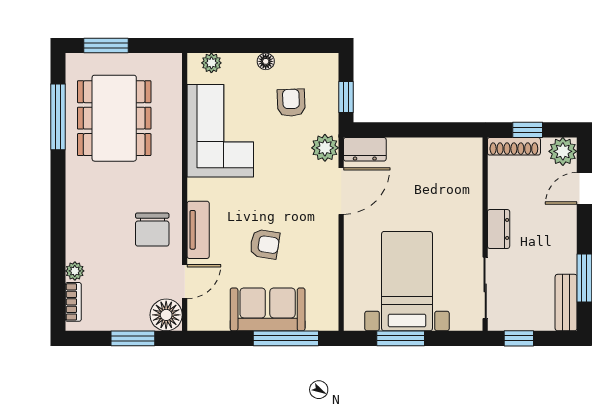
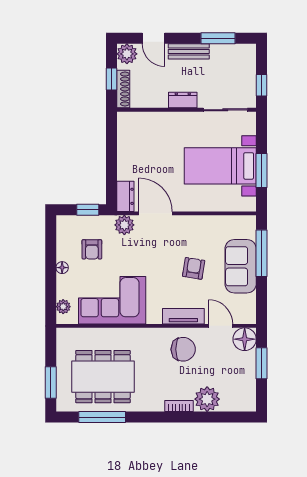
armchair: (291, 103) -> (92, 249), turned -88
plant: (75, 271) -> (207, 399), width x1.88, depth x1.88
bookcase: (73, 302) -> (179, 406), moved
bench: (566, 303) -> (189, 51), moved

